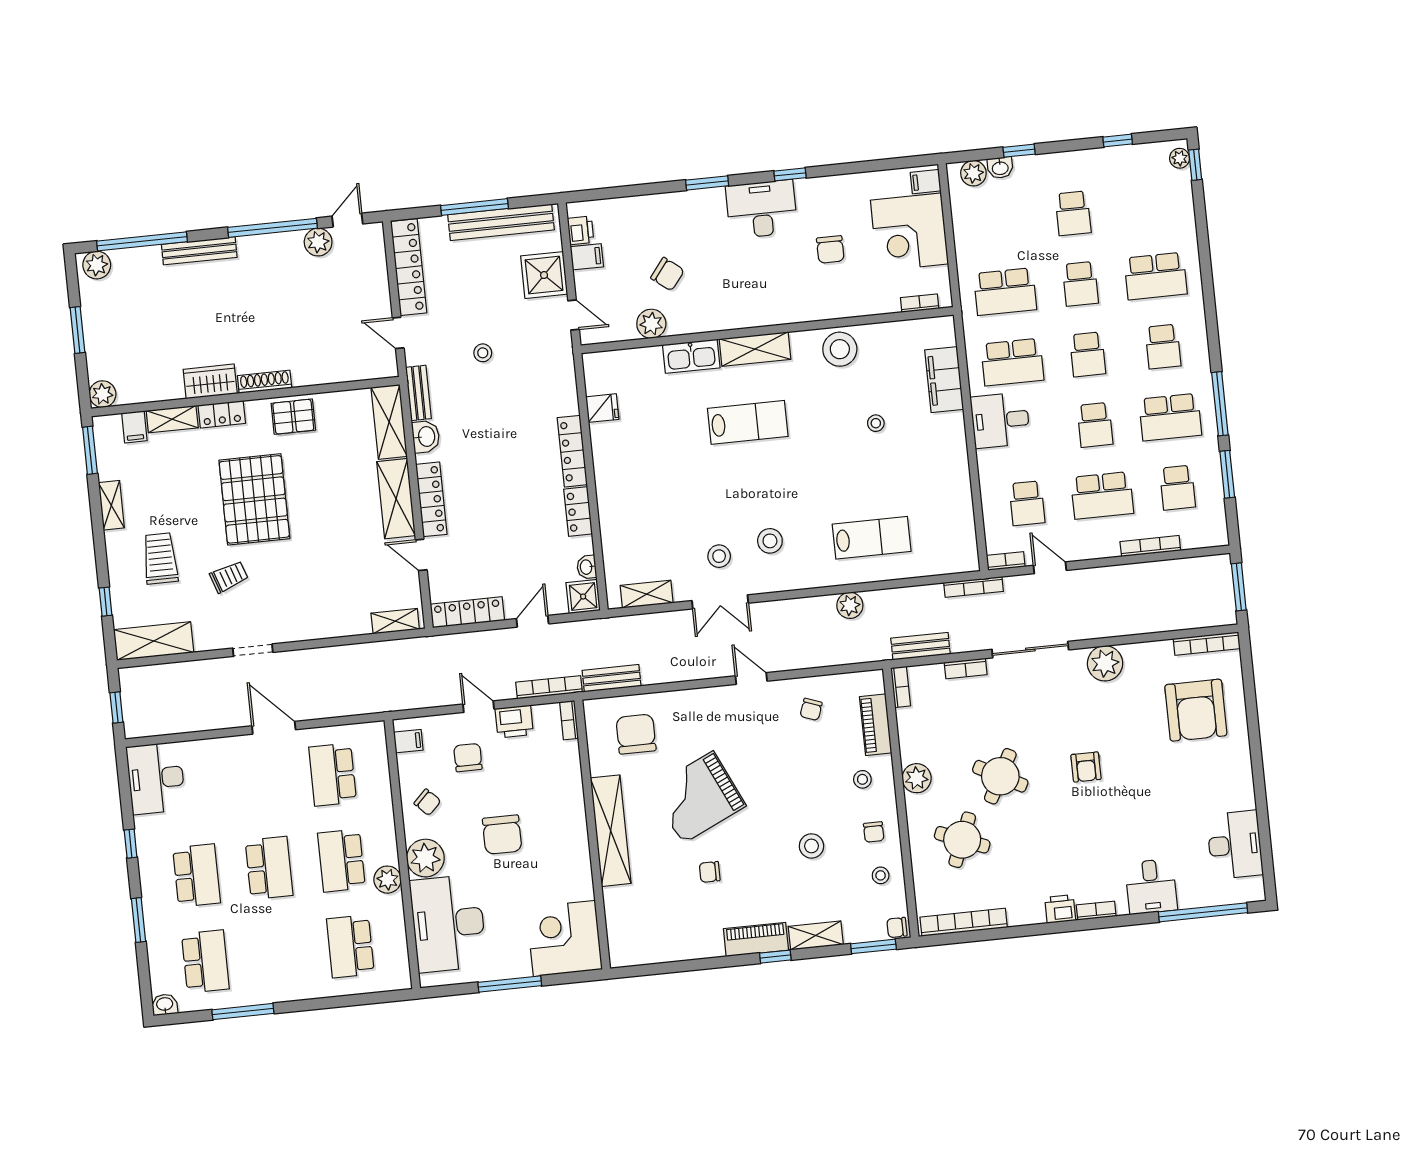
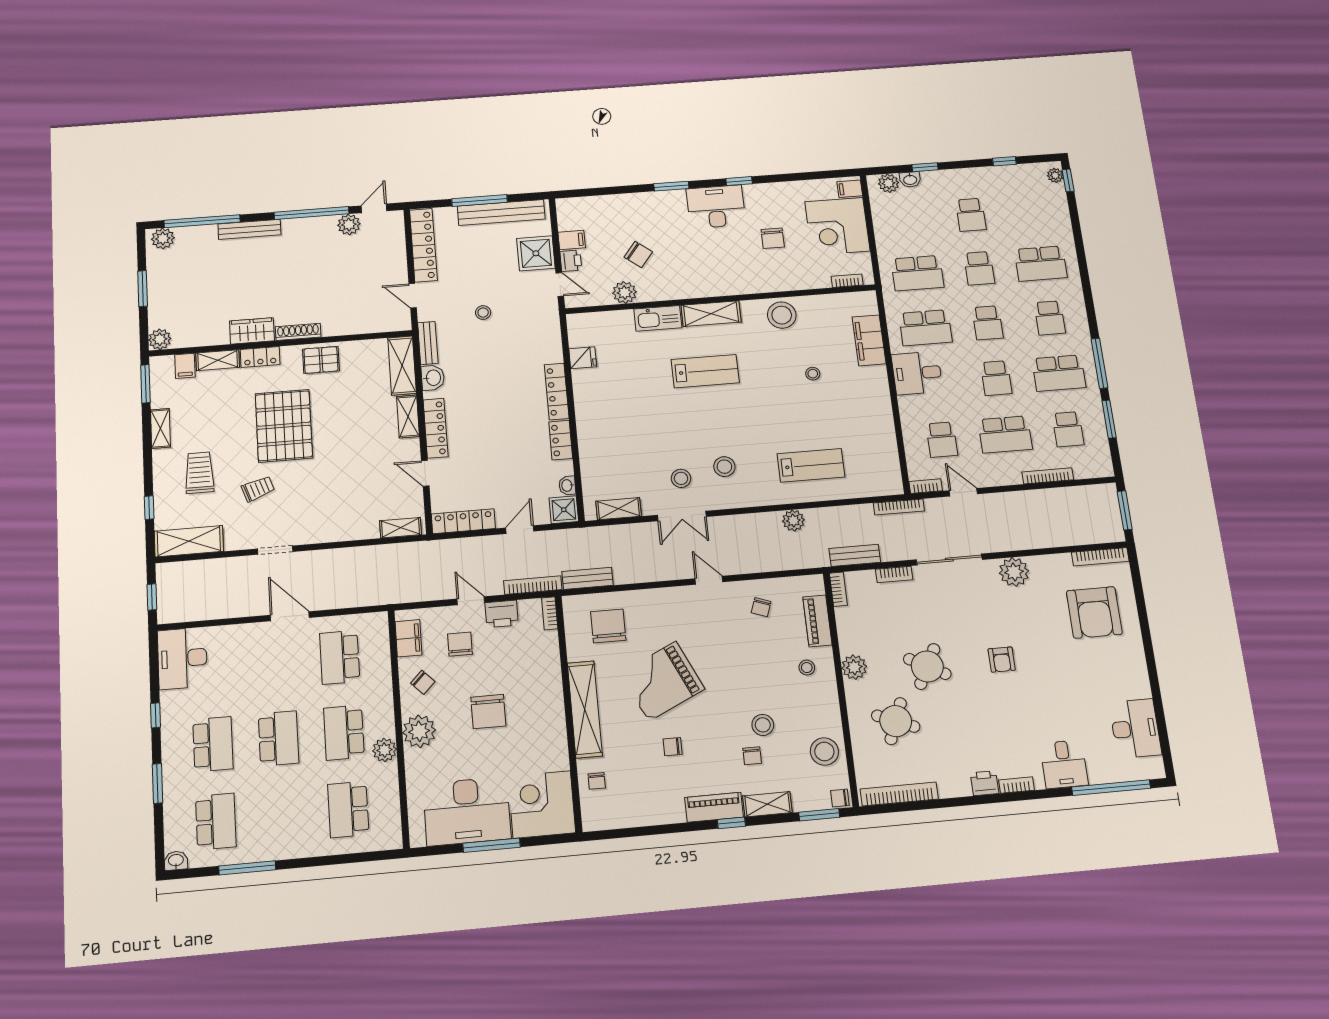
printer: (581, 230) -> (571, 261), moved
shelving: (396, 499) -> (408, 416), width x0.67, depth x0.75
filing cabinet: (408, 741) -> (408, 638), width x2.00
chair: (874, 832) -> (752, 756), moved
stool: (881, 875) -> (824, 752), width x1.89, depth x1.89
chair: (625, 911) -> (597, 781), added
desk: (448, 923) -> (467, 811), moved, turned -90

